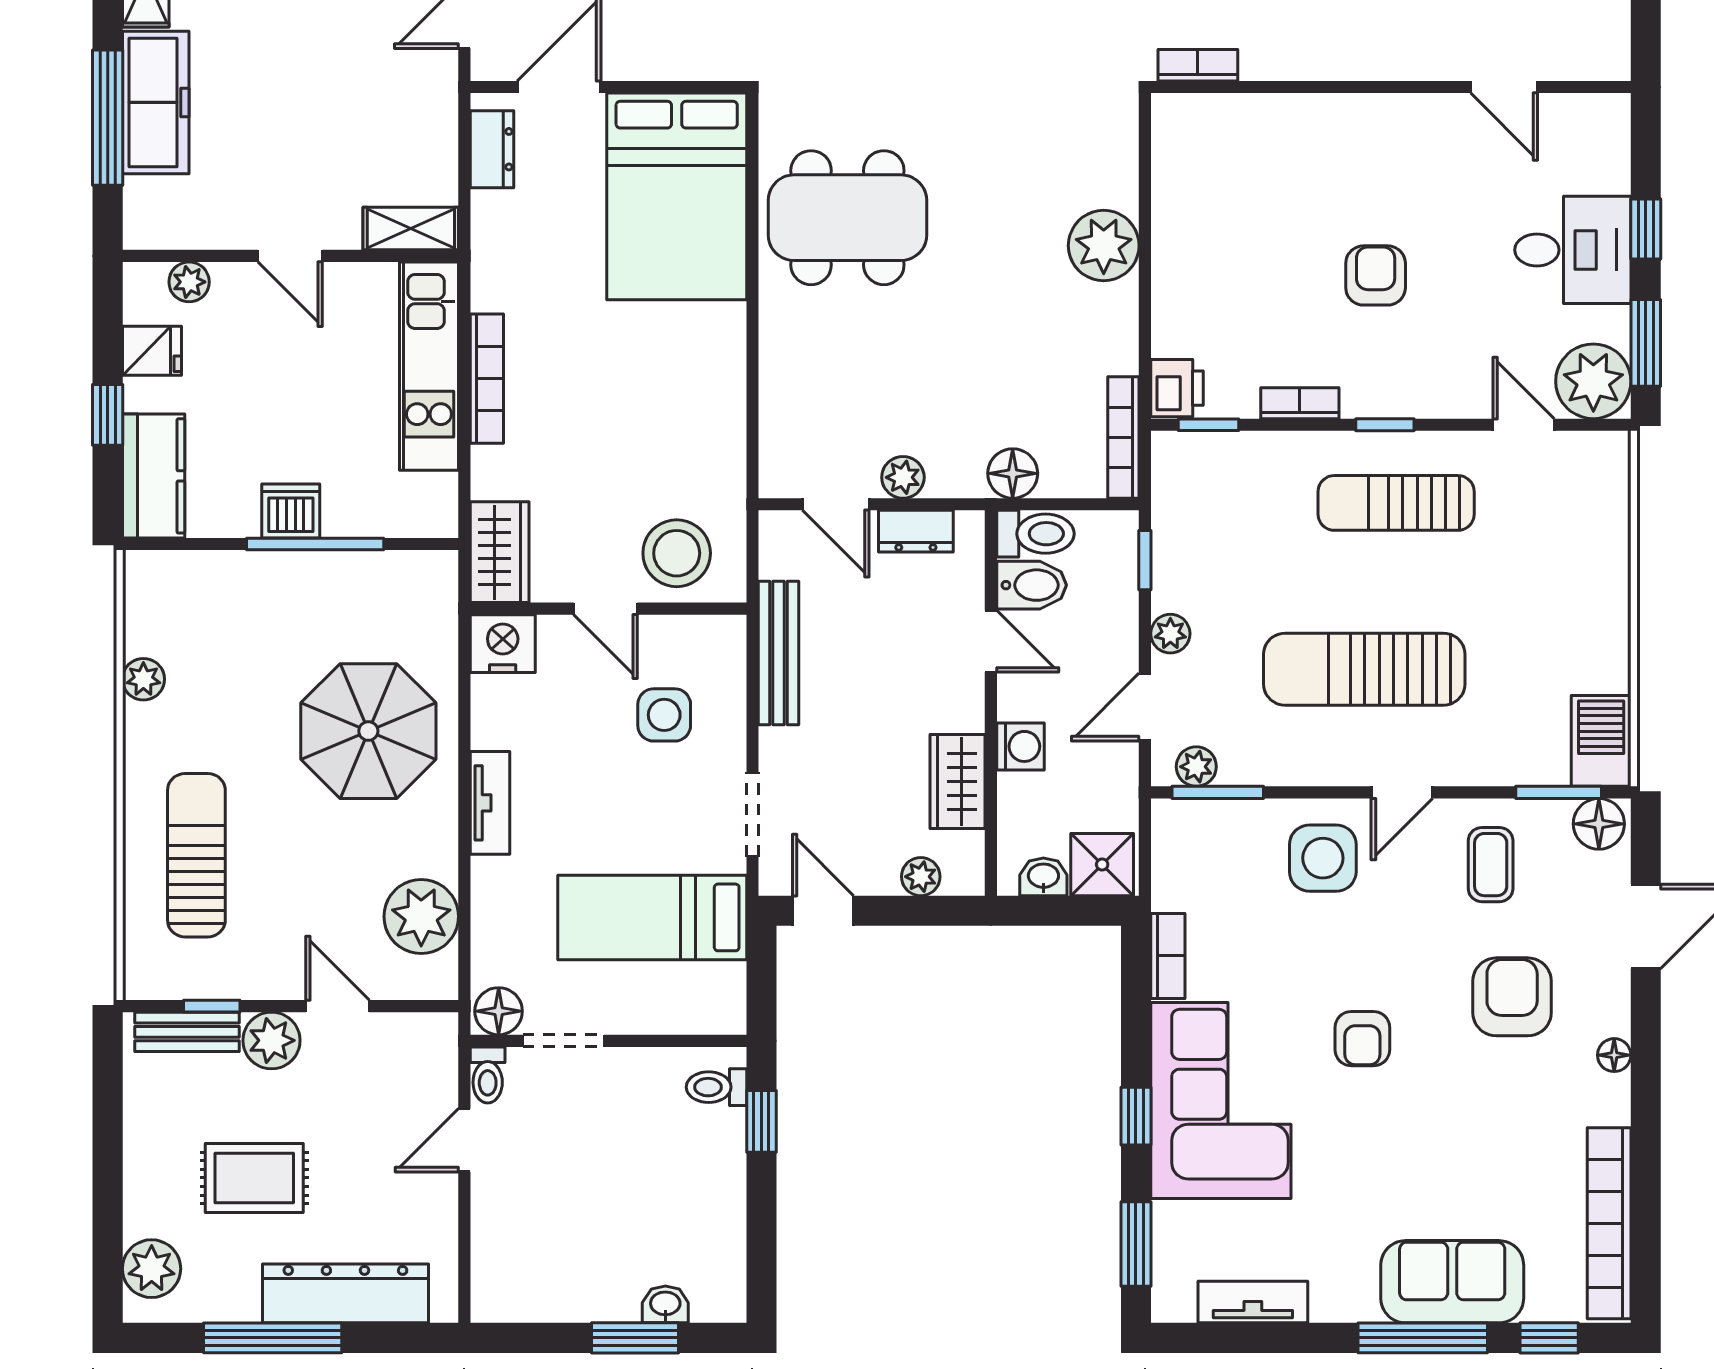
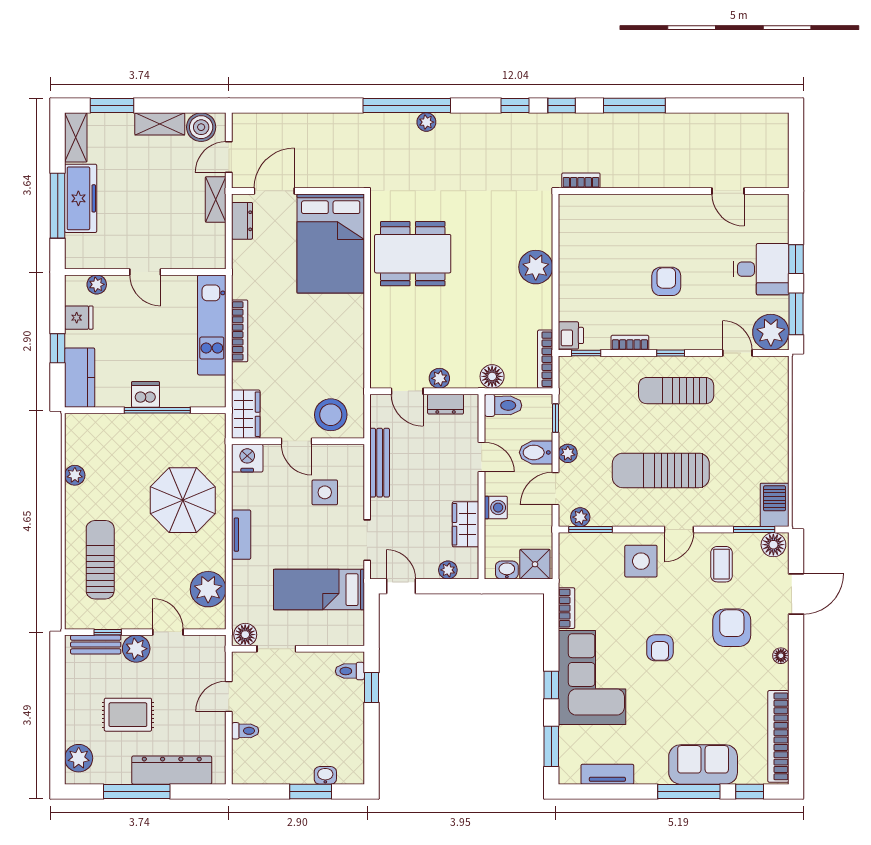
shelving: (411, 229) -> (216, 199), moved, turned 90
bidet: (1032, 585) -> (536, 452), moved, turned 180
toilet: (488, 1075) -> (245, 731), moved, turned -90

